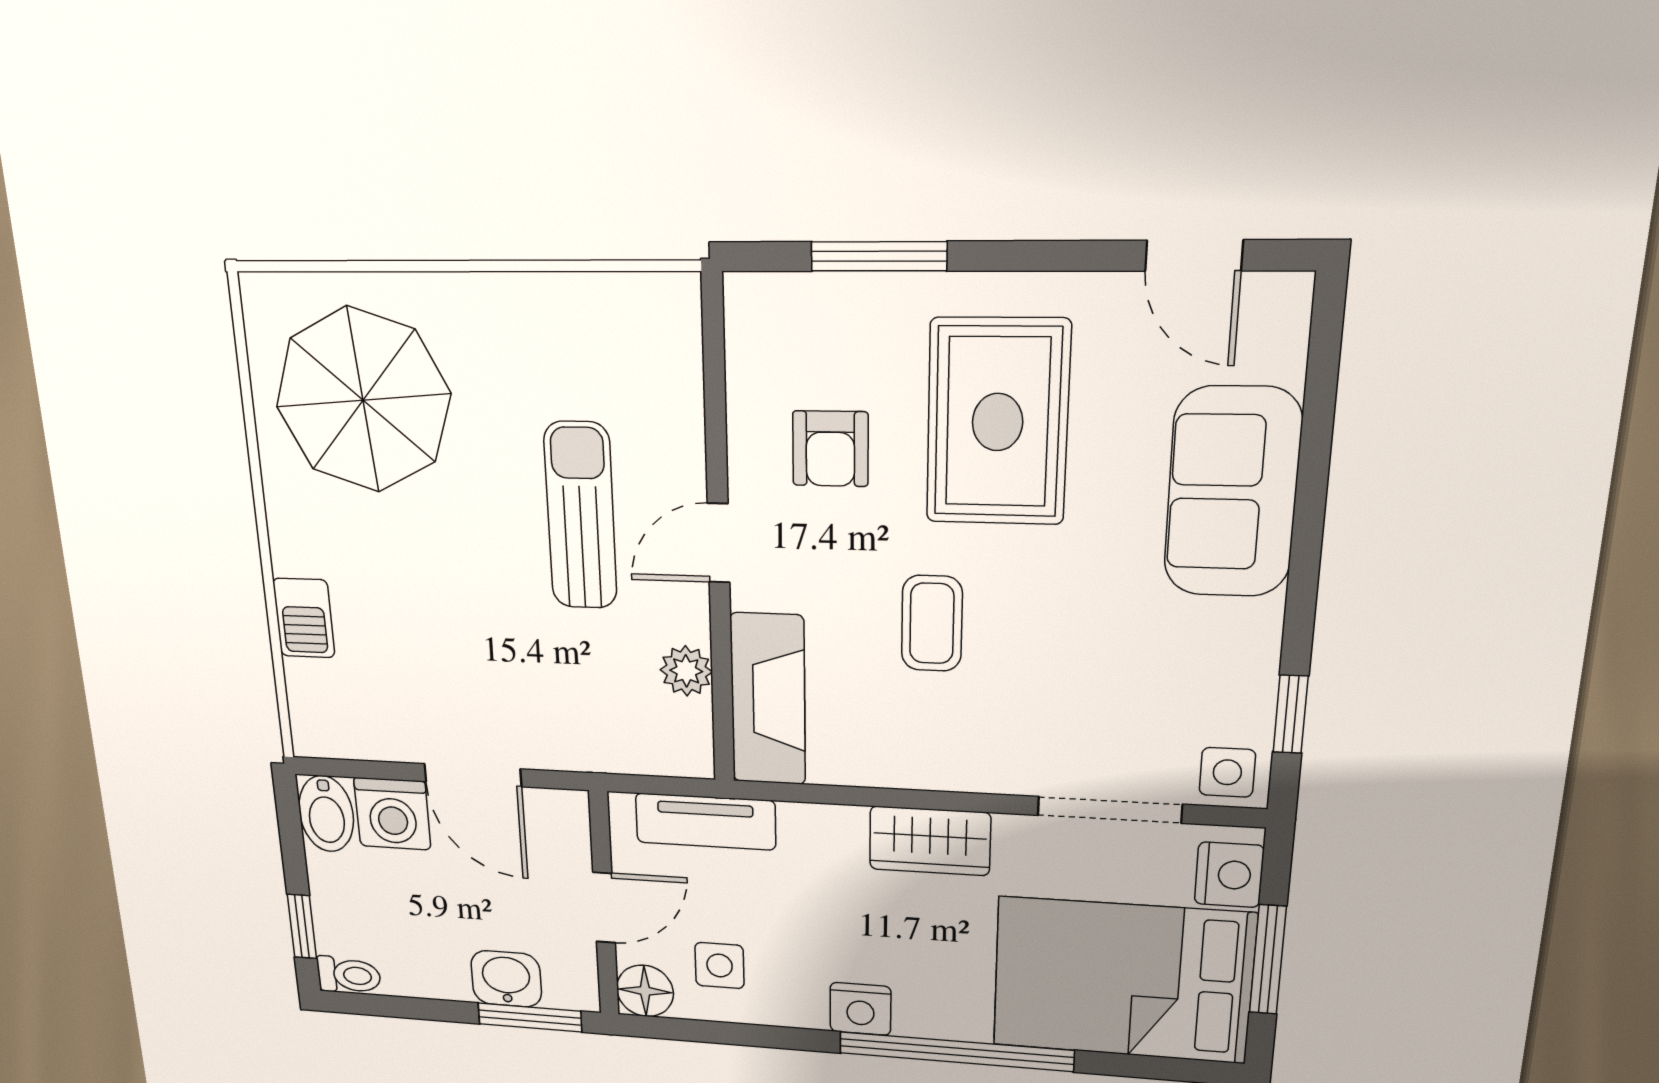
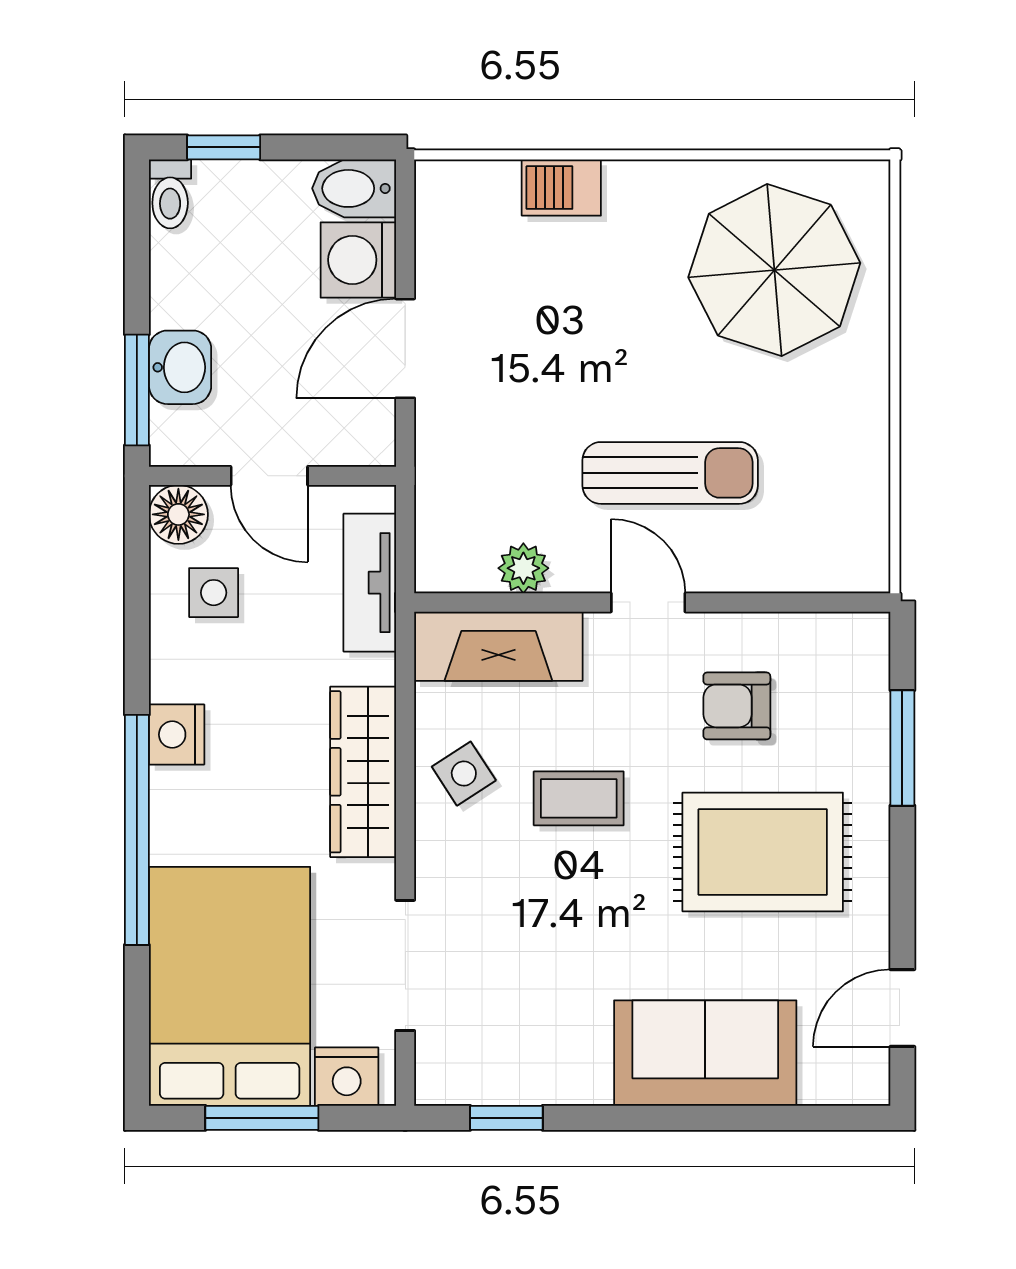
side table: (1227, 772) -> (464, 774), moved, turned -33
wardrobe: (930, 841) -> (363, 772), width x1.50

